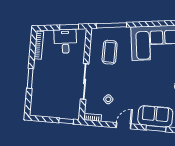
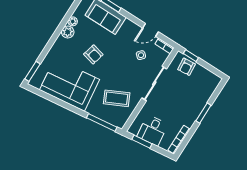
coffee table: (110, 52) -> (117, 98), turned 64
armchair: (149, 79) -> (93, 54), added
armchair: (65, 110) -> (186, 67), added
door: (124, 126) -> (150, 30), moved

